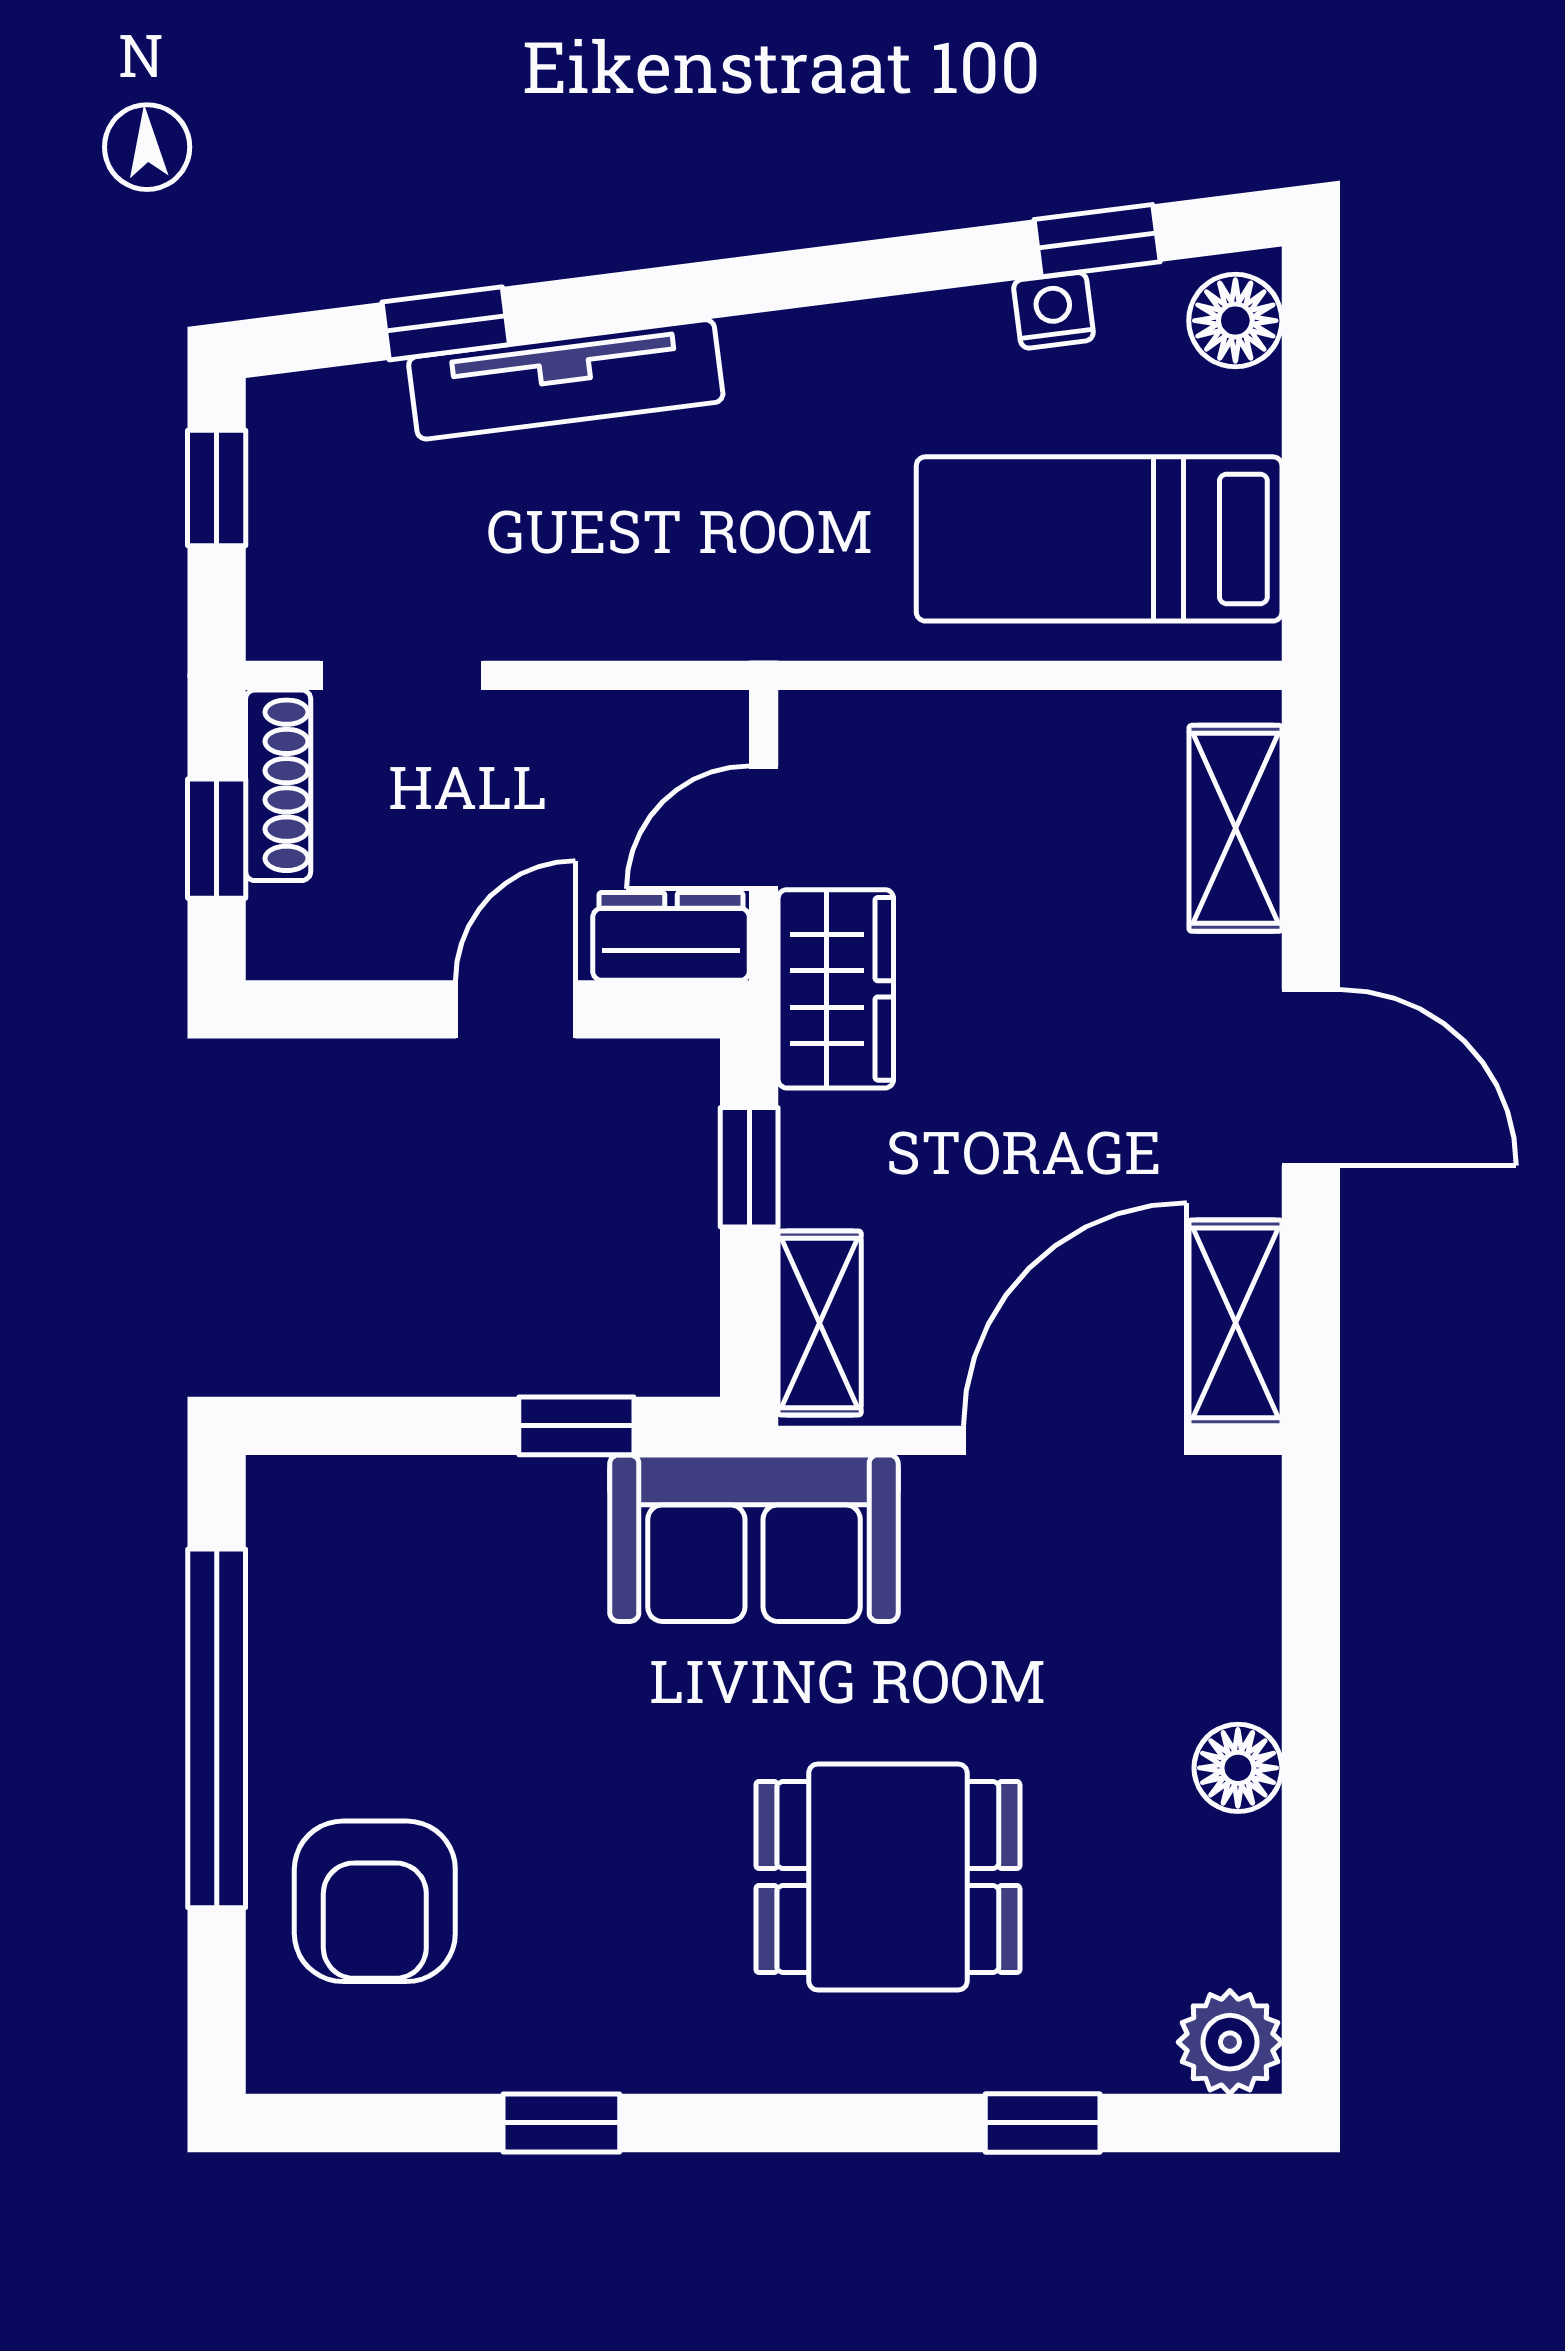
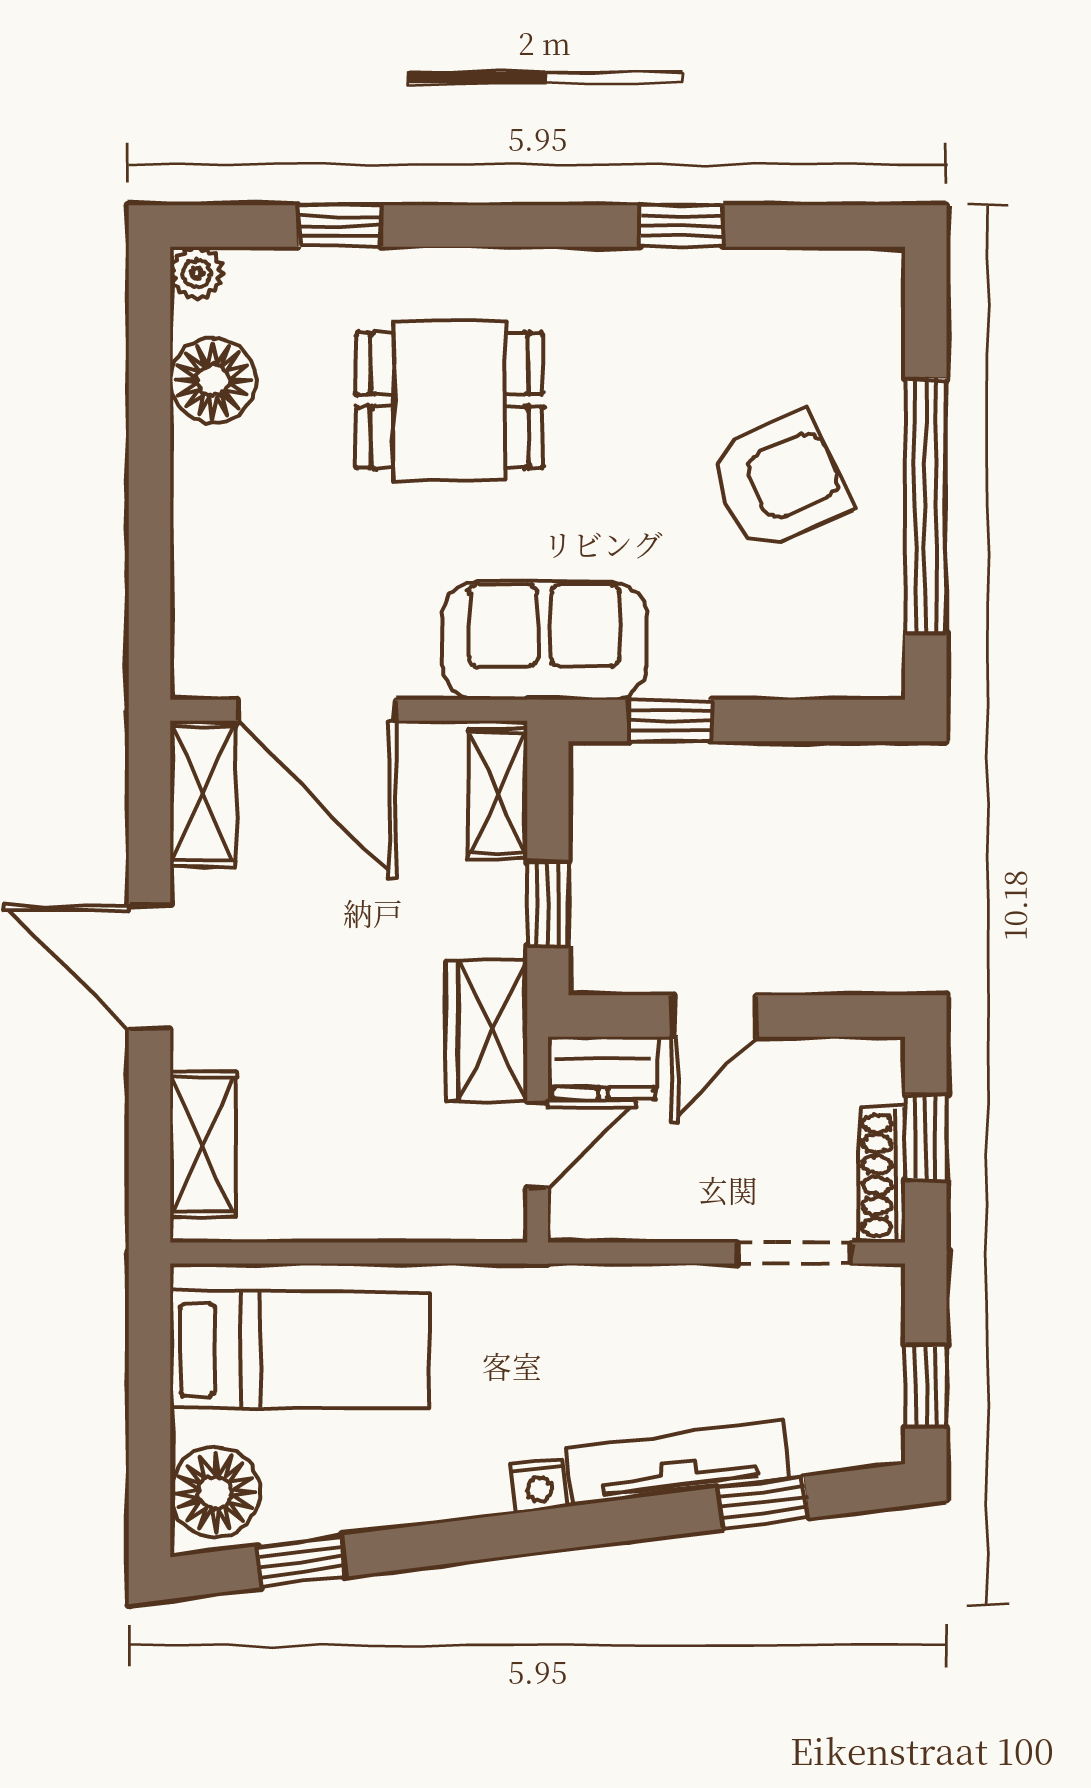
nightstand: (1053, 310) -> (539, 1486), moved
floor lamp: (1235, 321) -> (215, 1492), width x1.38, depth x1.38
door: (1075, 1440) -> (317, 710), hinge flipped
floor lamp: (1238, 1768) -> (213, 380), moved, width x1.38, depth x1.38
armchair: (375, 1901) -> (778, 481), moved, turned 66
plant: (1230, 2042) -> (197, 273), width x0.73, depth x0.73

